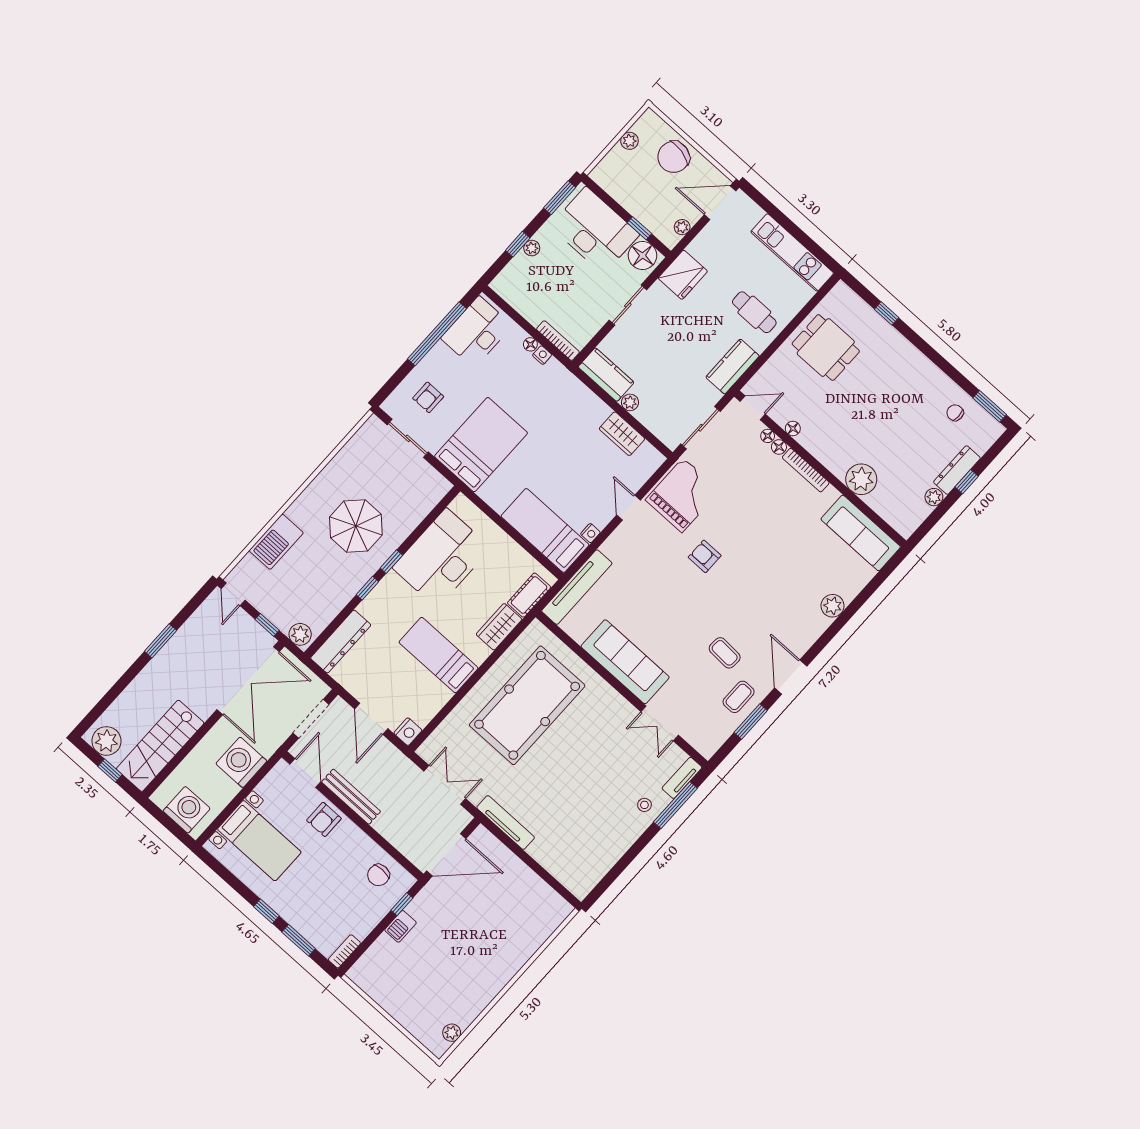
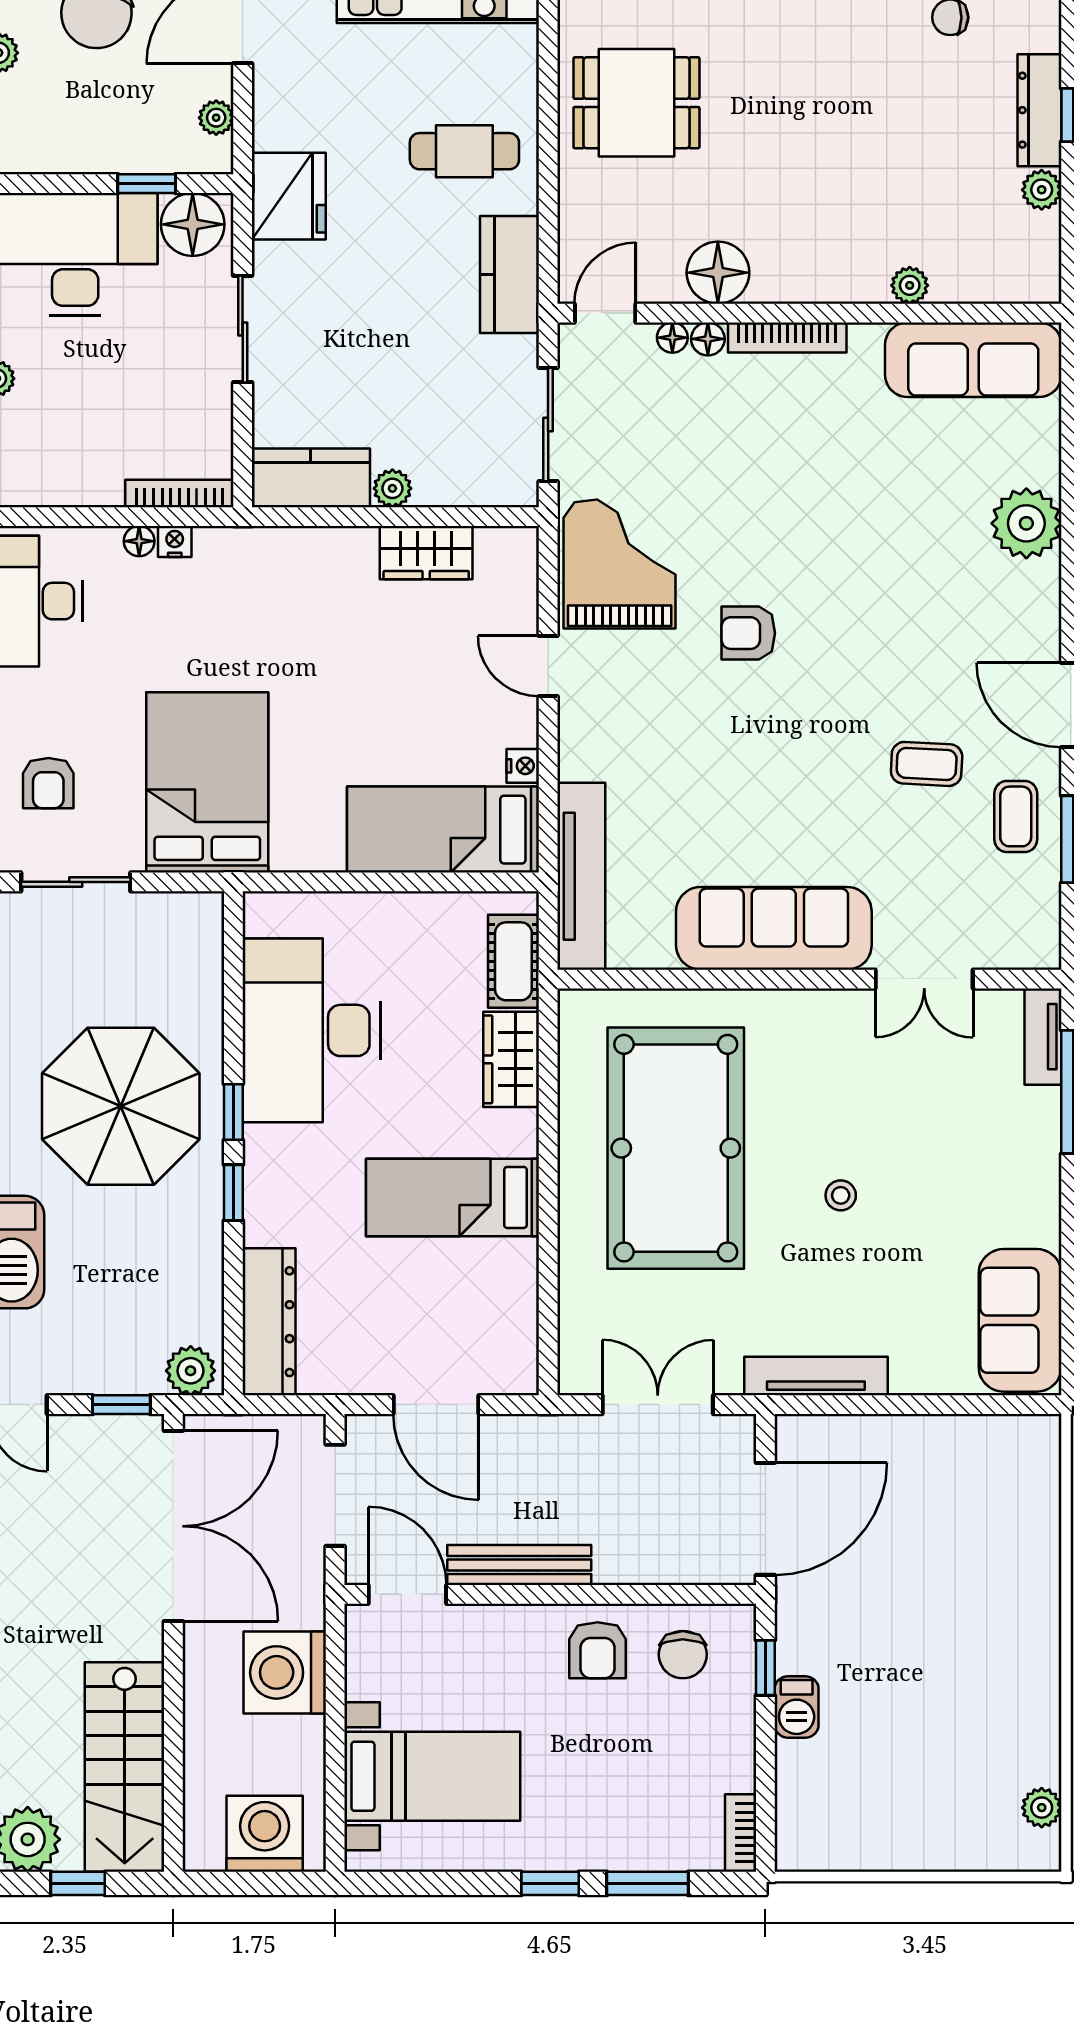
floor lamp: (793, 428) -> (718, 273), width x1.89, depth x1.89
plant: (861, 479) -> (910, 285), width x0.53, depth x0.53
parasol: (356, 526) -> (121, 1106), width x1.36, depth x1.36
plant: (833, 606) -> (1026, 523), width x1.36, depth x1.36
nightstand: (408, 732) -> (516, 1371), removed
stool: (644, 805) -> (841, 1195), moved
armchair: (324, 819) -> (598, 1650), moved
sofa: (590, 865) -> (1020, 1320), added

